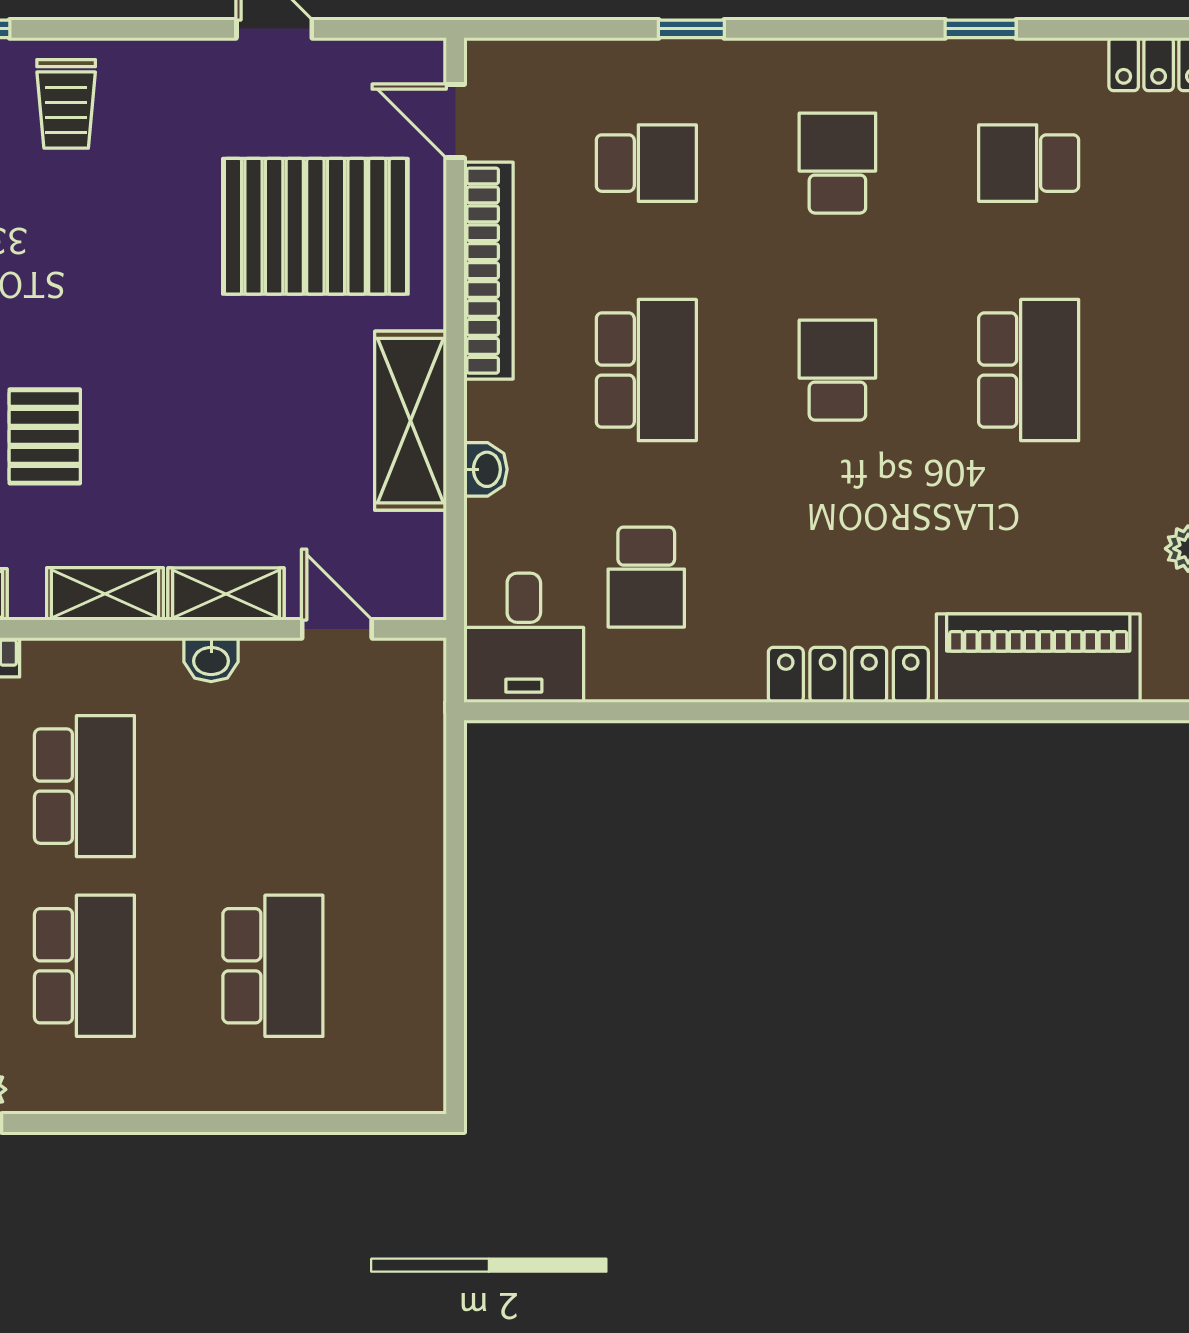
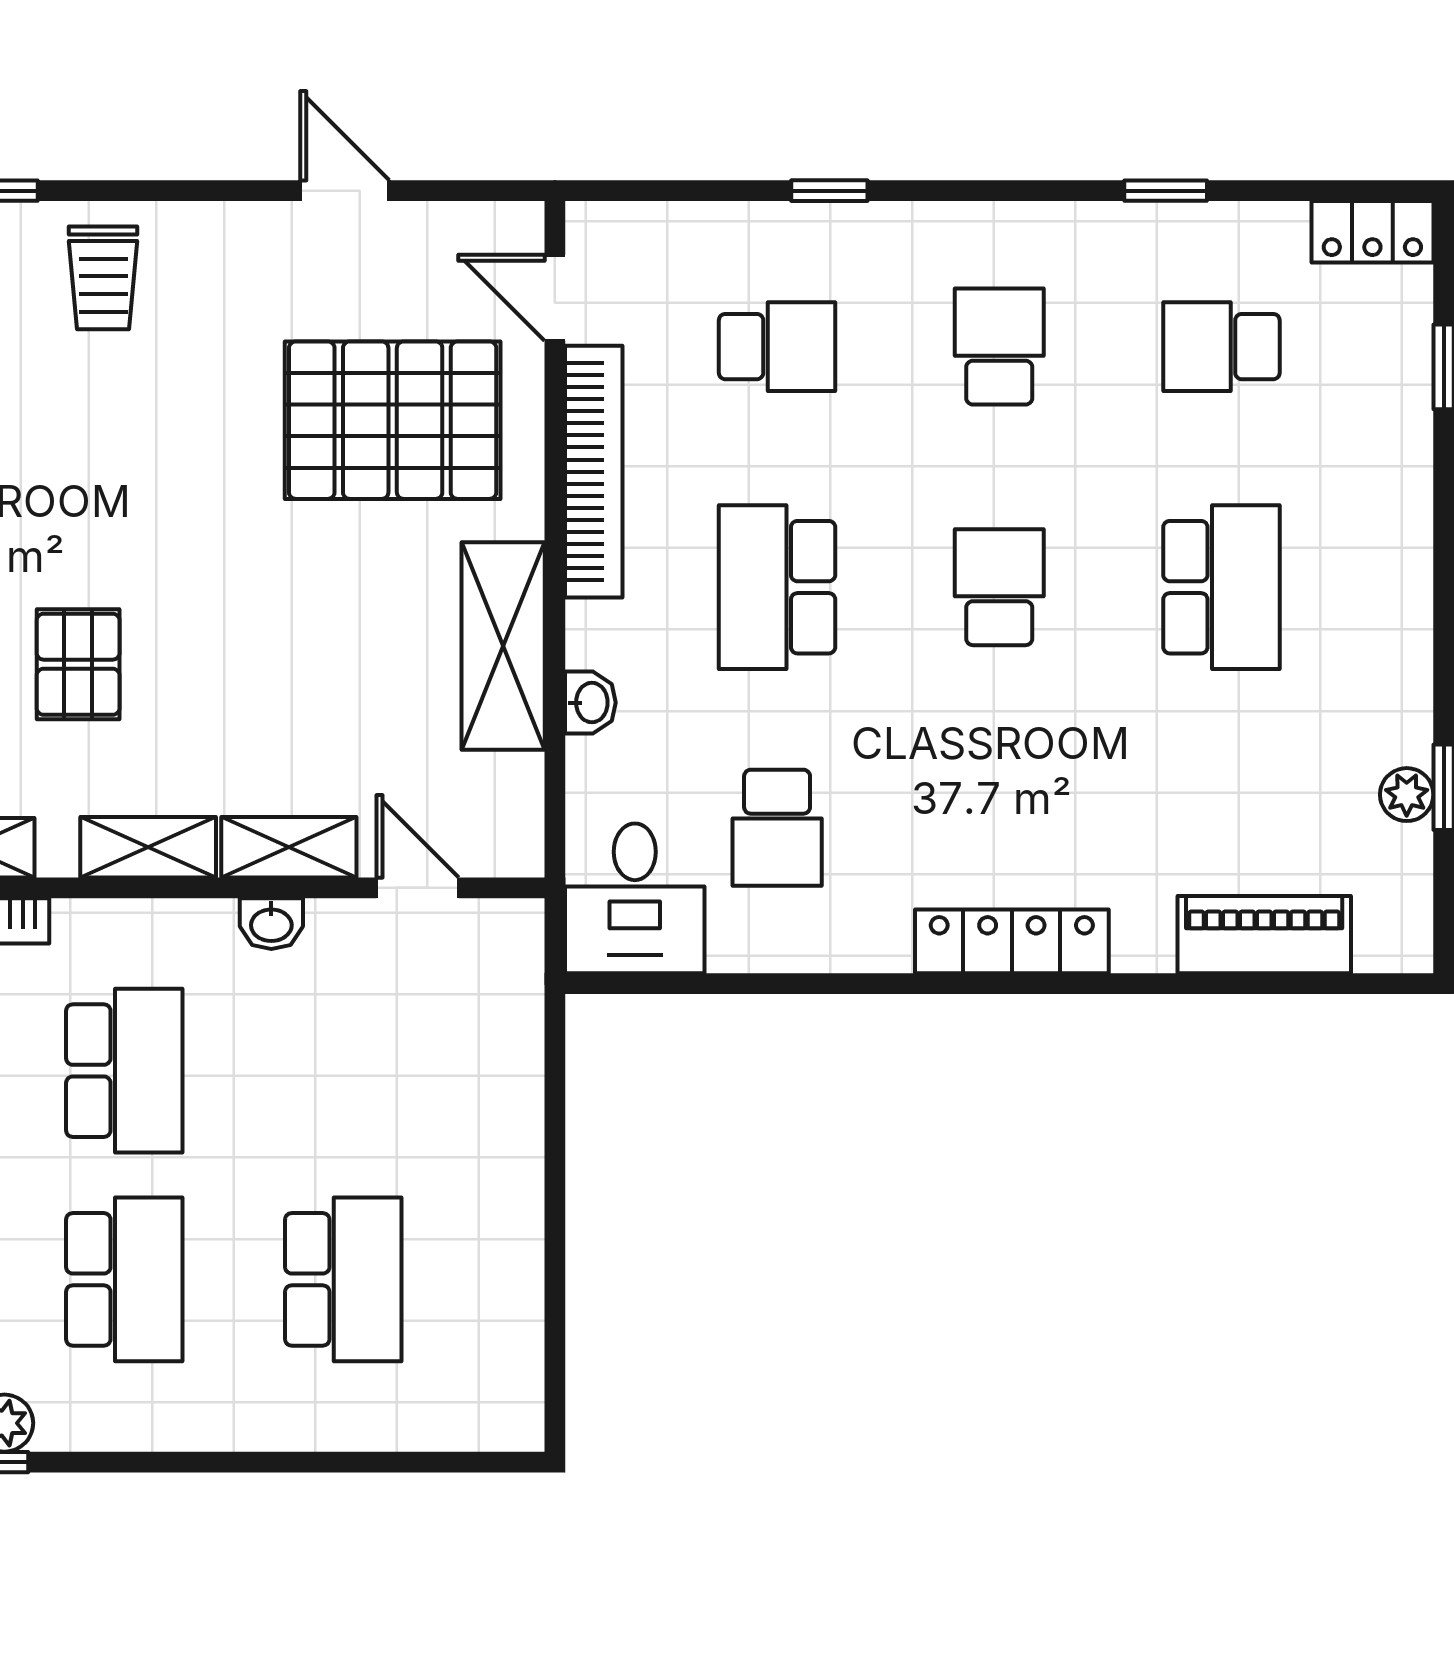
school desk: (646, 370) -> (777, 587), turned 180
piano: (1038, 658) -> (1264, 935), width x0.73, depth x0.75

